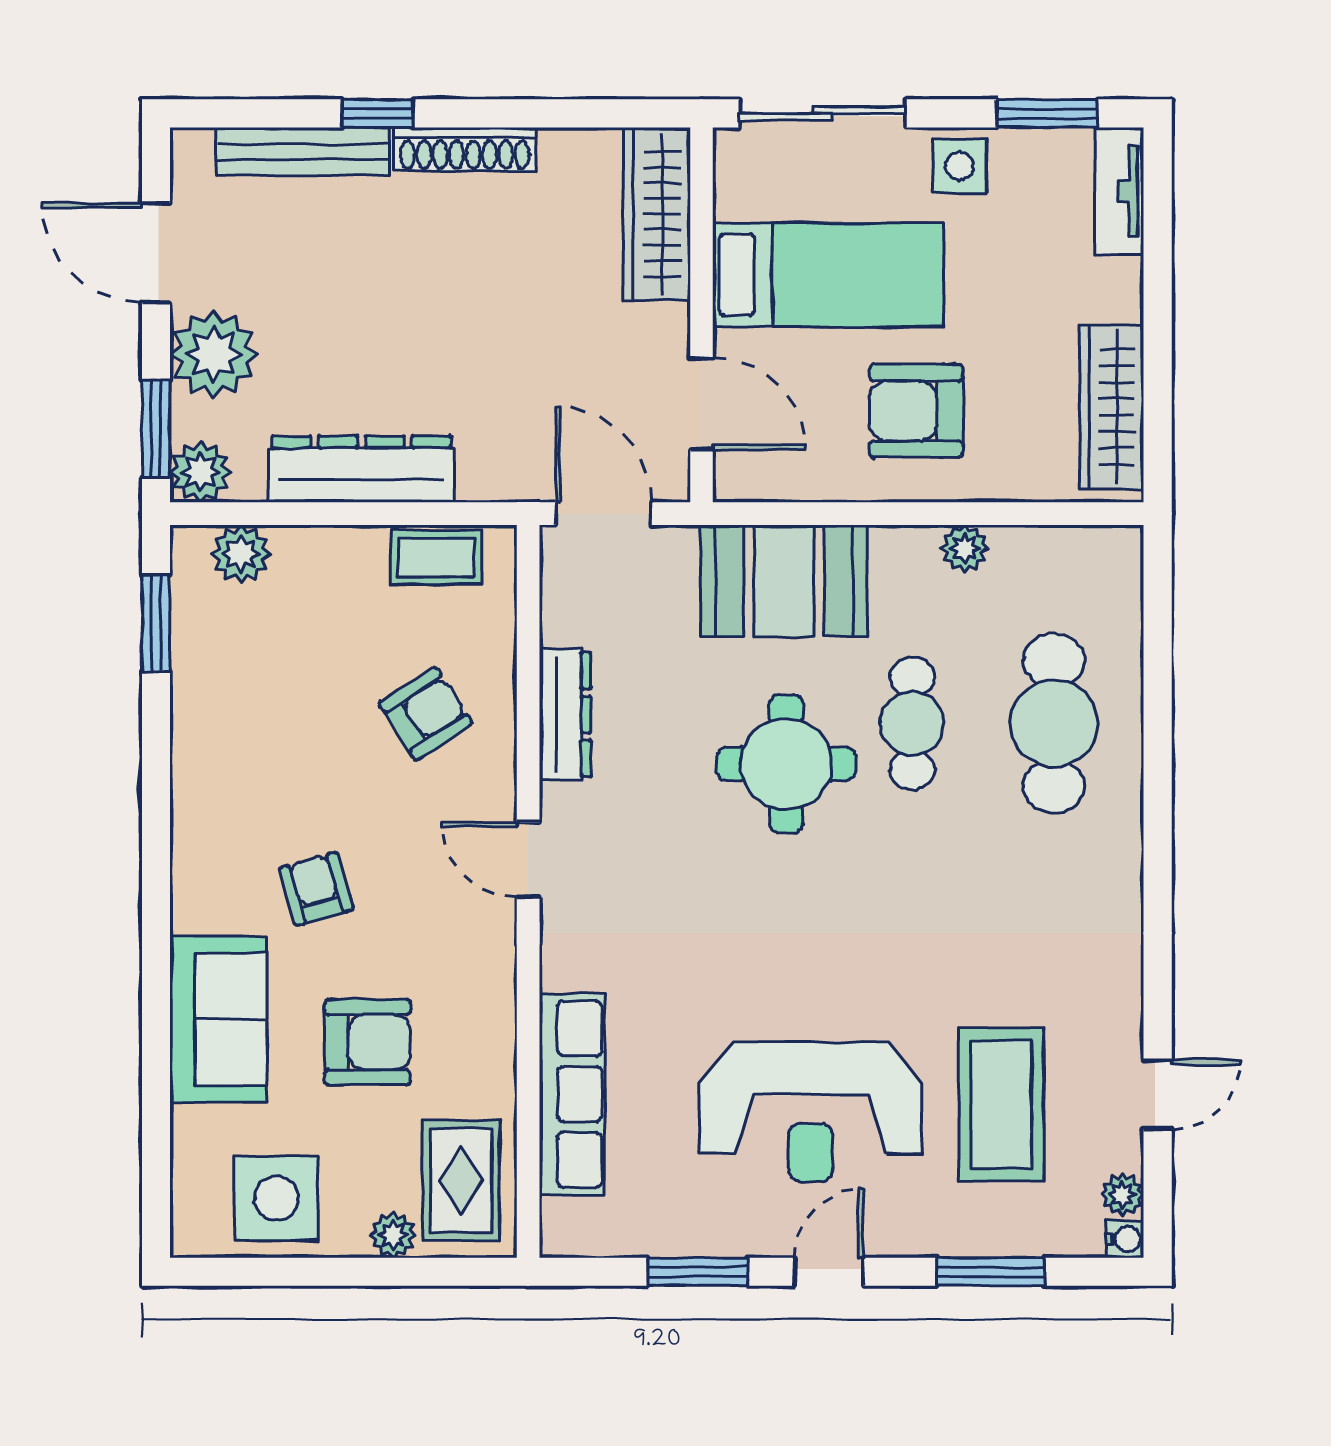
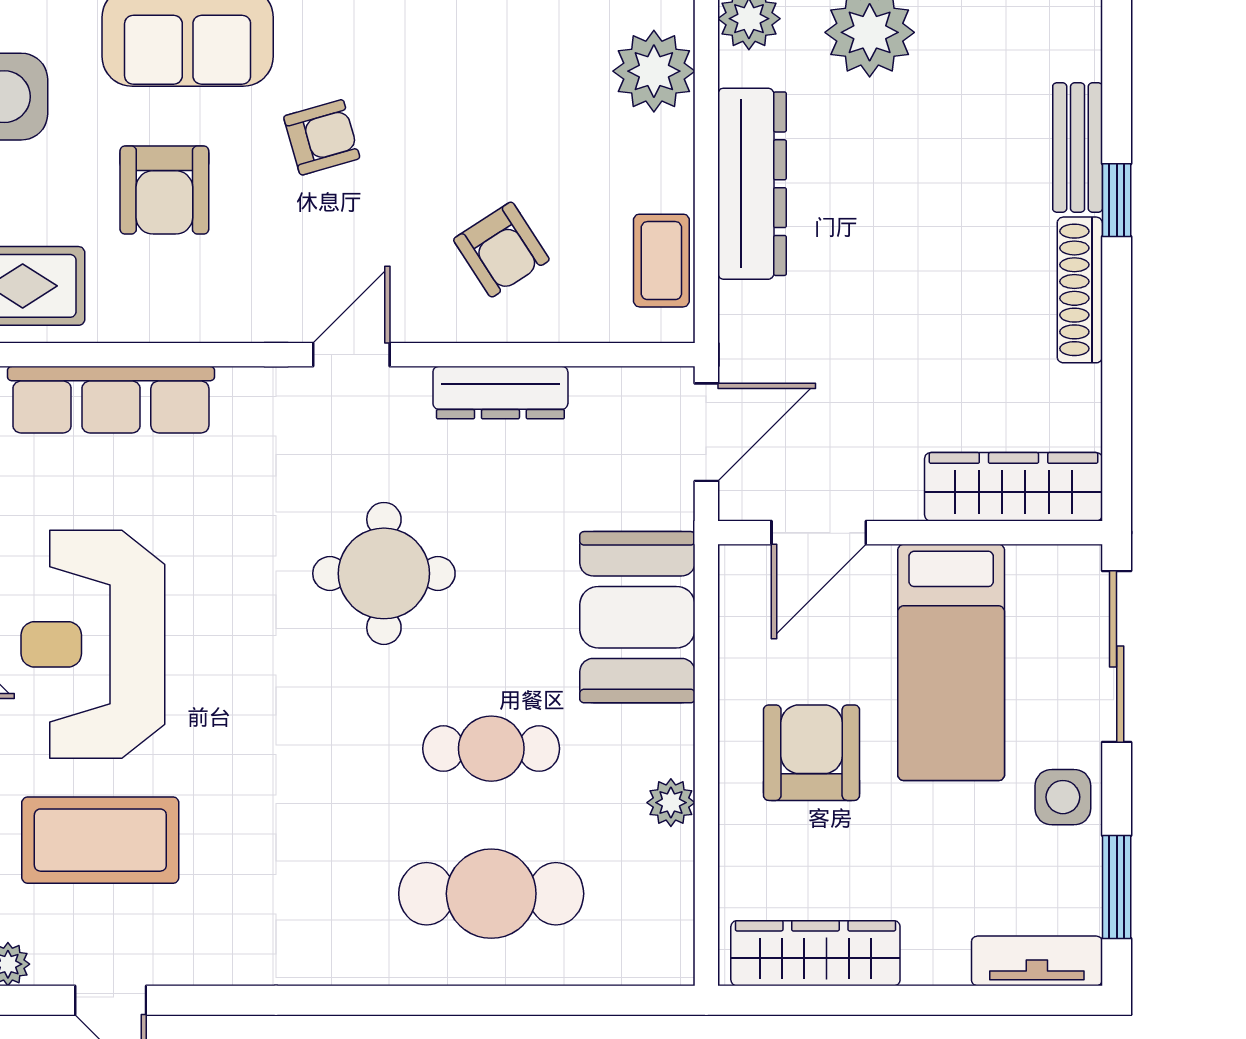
bench: (303, 152) -> (1078, 148), width x0.73
plant: (241, 554) -> (654, 71), width x1.36, depth x1.36
round table: (786, 764) -> (384, 573), moved

